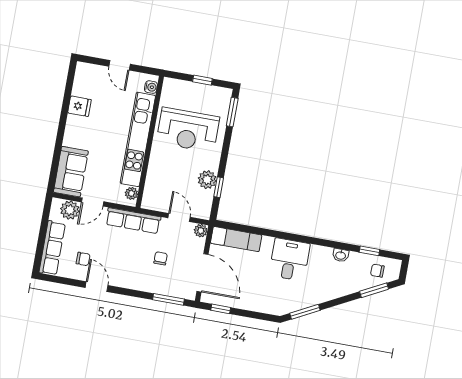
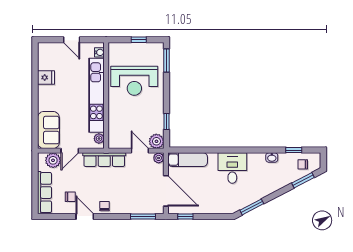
plant: (207, 180) -> (156, 141), moved
chair: (161, 258) -> (105, 206), moved

